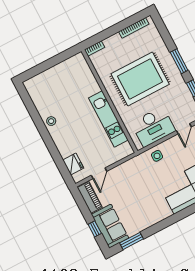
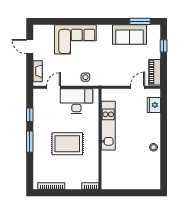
rug: (140, 79) -> (67, 144), width x0.73, depth x0.69
sofa: (110, 226) -> (130, 34), moved, turned -90

